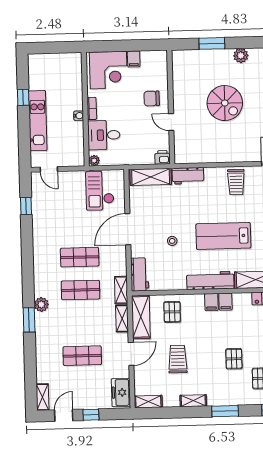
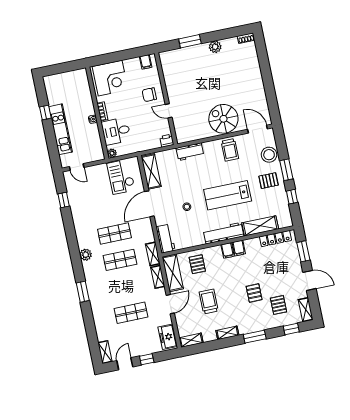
filing cabinet: (134, 59) -> (146, 62), moved
spiral stairs: (225, 103) -> (223, 119), moved, turned 180
shelving: (151, 177) -> (151, 171), moved, turned 90
plant: (41, 305) -> (86, 255), moved

